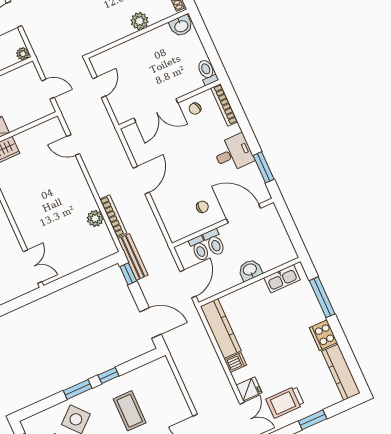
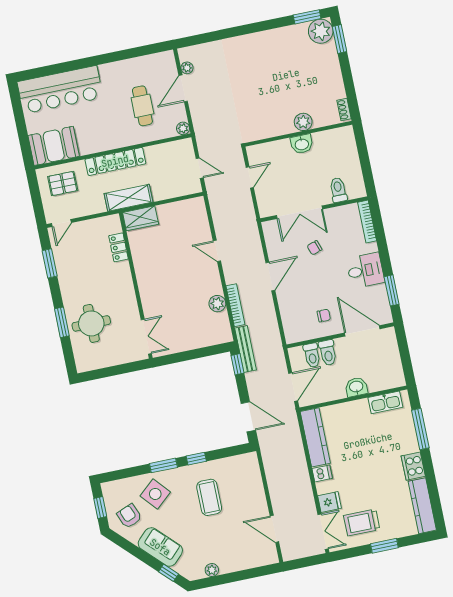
washbasin: (181, 26) -> (302, 144), moved
toilet: (207, 72) -> (338, 190), moved
chair: (195, 109) -> (314, 248), moved
door: (73, 145) -> (217, 251), moved

